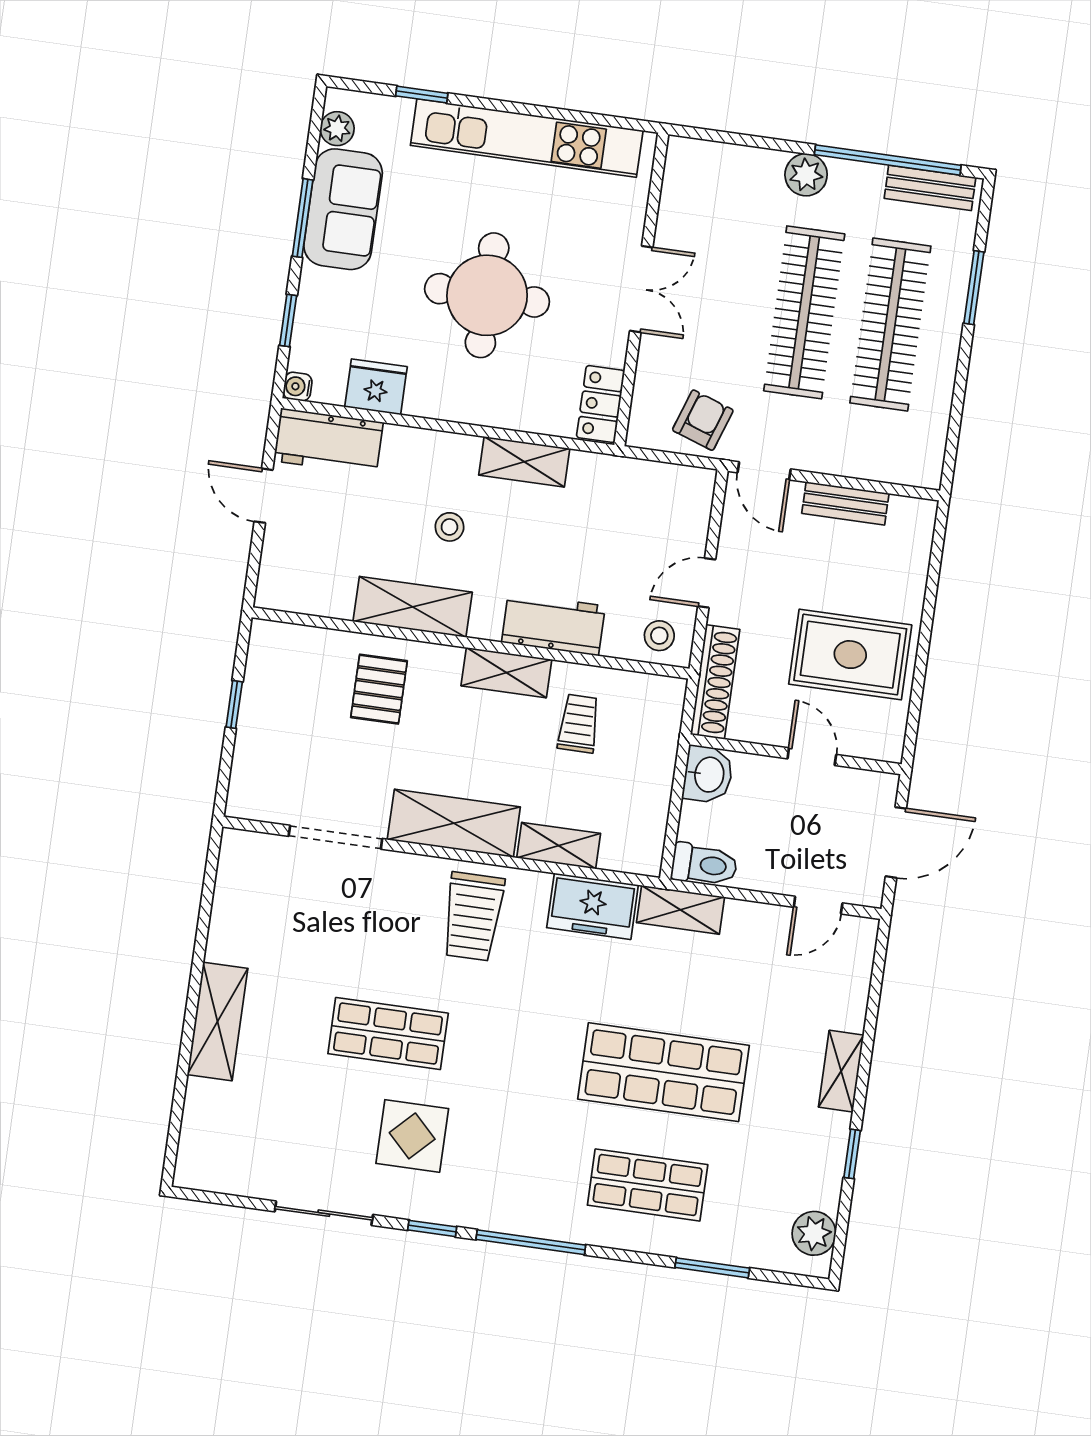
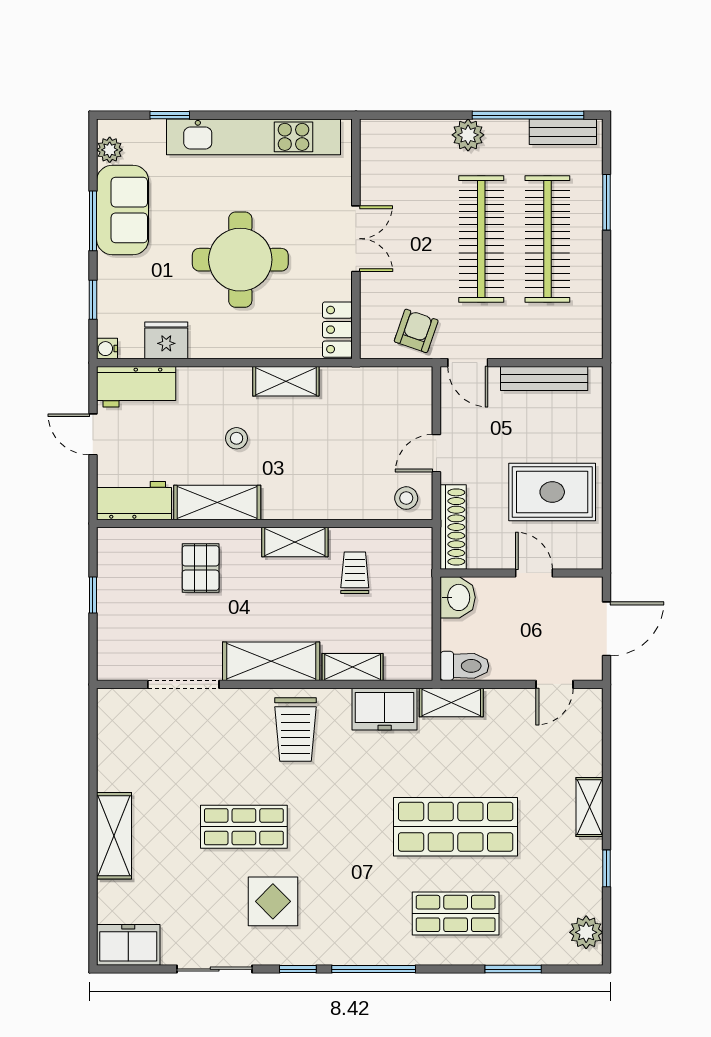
bench: (845, 503) -> (544, 379), width x1.36
workbench: (553, 624) -> (134, 501), moved
freezer: (216, 1166) -> (128, 945), added

